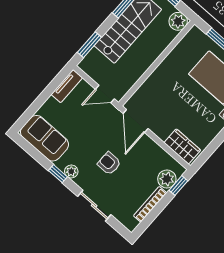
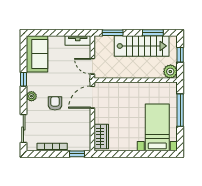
plant: (71, 172) -> (31, 96), moved
plant: (167, 179) -> (75, 144), removed
sliding door: (94, 206) -> (23, 129), moved

